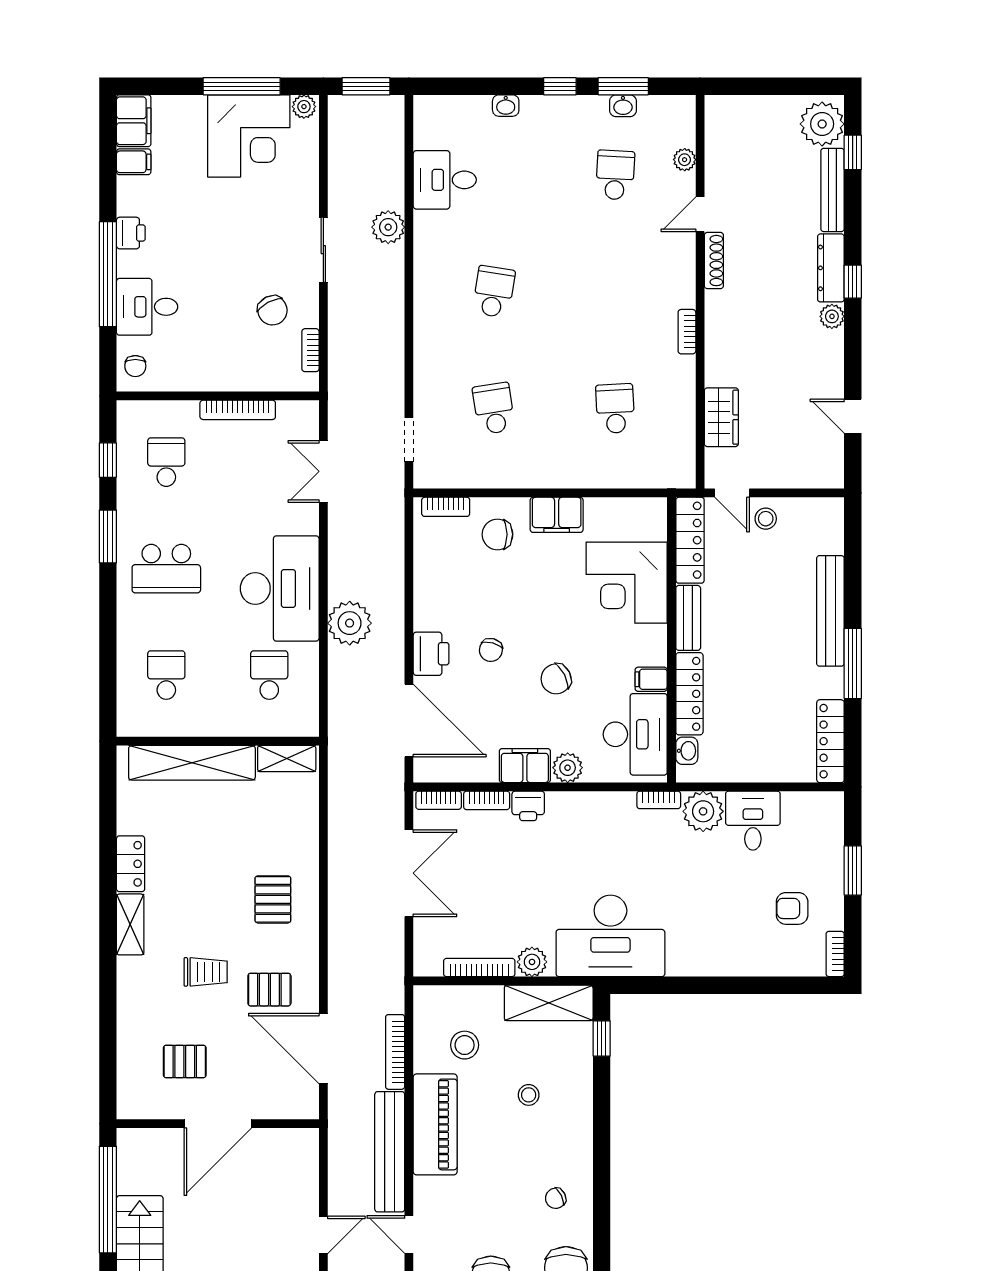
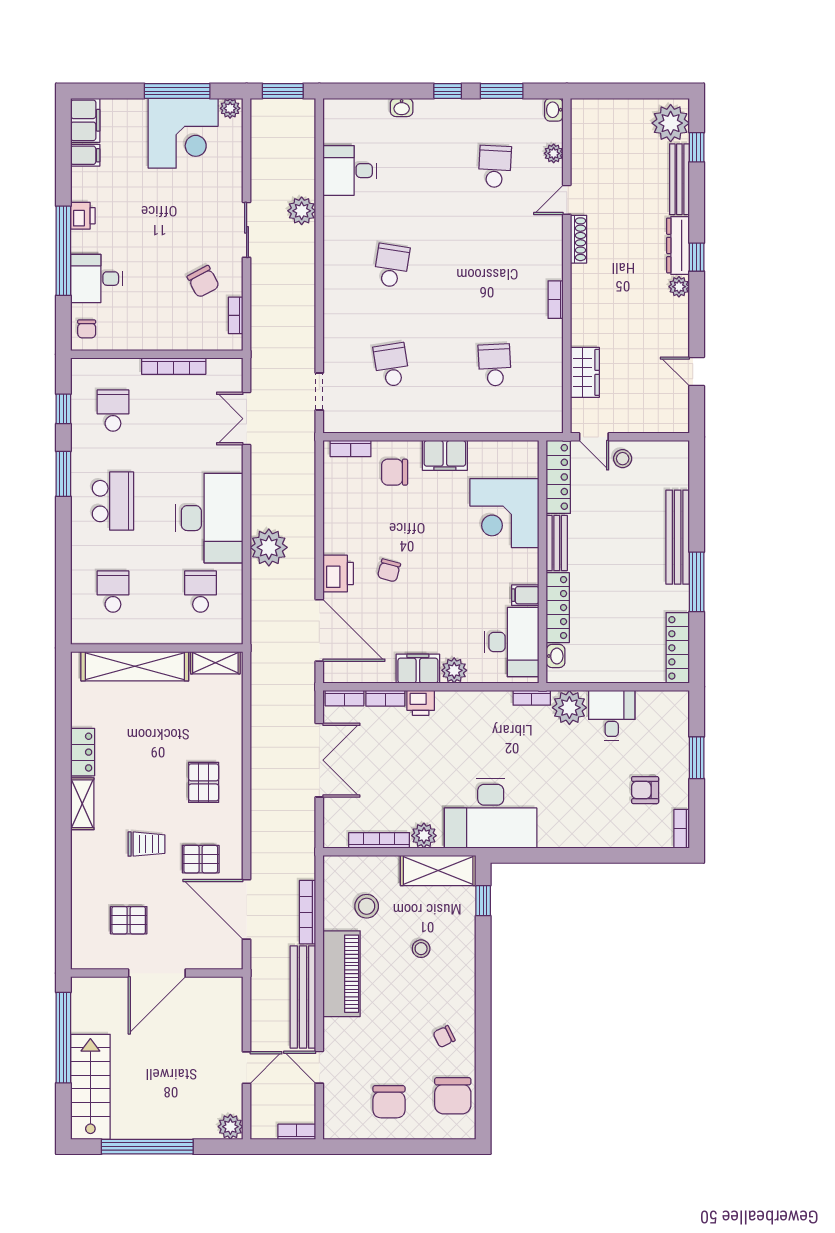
washbasin: (623, 106) -> (554, 110), moved, turned 90
school desk: (166, 569) -> (113, 501), turned -90
chair: (556, 679) -> (444, 595), removed

